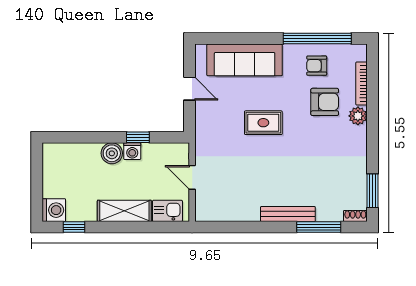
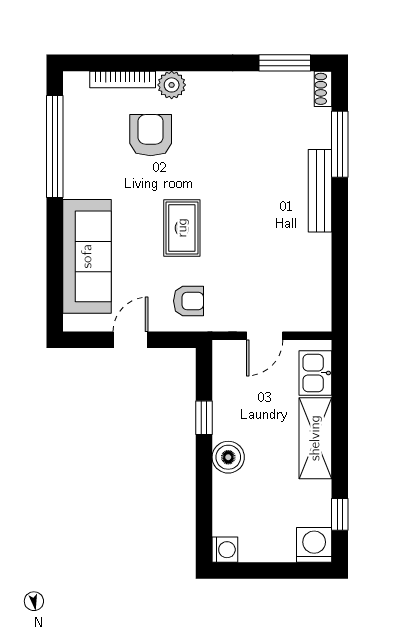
armchair: (317, 66) -> (189, 301), moved, turned -90
washing machine: (132, 151) -> (225, 550), moved

